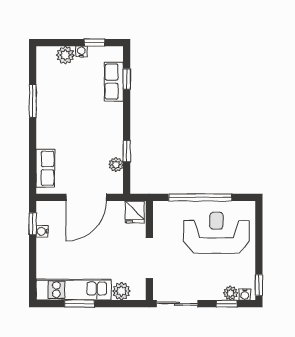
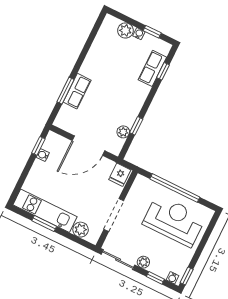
window: (33, 101) -> (65, 91), moved
row of seats: (45, 168) -> (77, 91), moved
plant: (231, 293) -> (143, 262), moved

